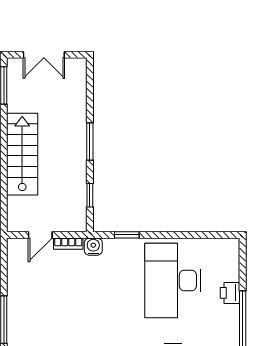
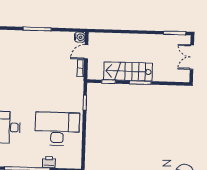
stairs: (22, 154) -> (128, 71), moved, turned 180
door: (40, 235) -> (86, 52), hinge flipped
water cooler: (93, 247) -> (80, 37), moved

